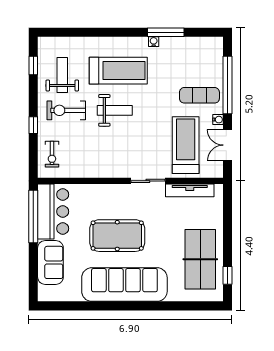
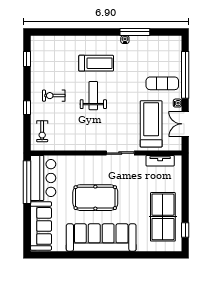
treadmill: (118, 71) -> (96, 63), width x0.73, depth x0.73
weight bench: (62, 75) -> (51, 67), removed
exercise bike: (66, 110) -> (54, 96), width x0.73, depth x0.72
weight bench: (115, 110) -> (93, 96), turned -90
tv unit: (190, 190) -> (160, 161), width x0.71
sofa: (50, 262) -> (41, 226), width x1.36

